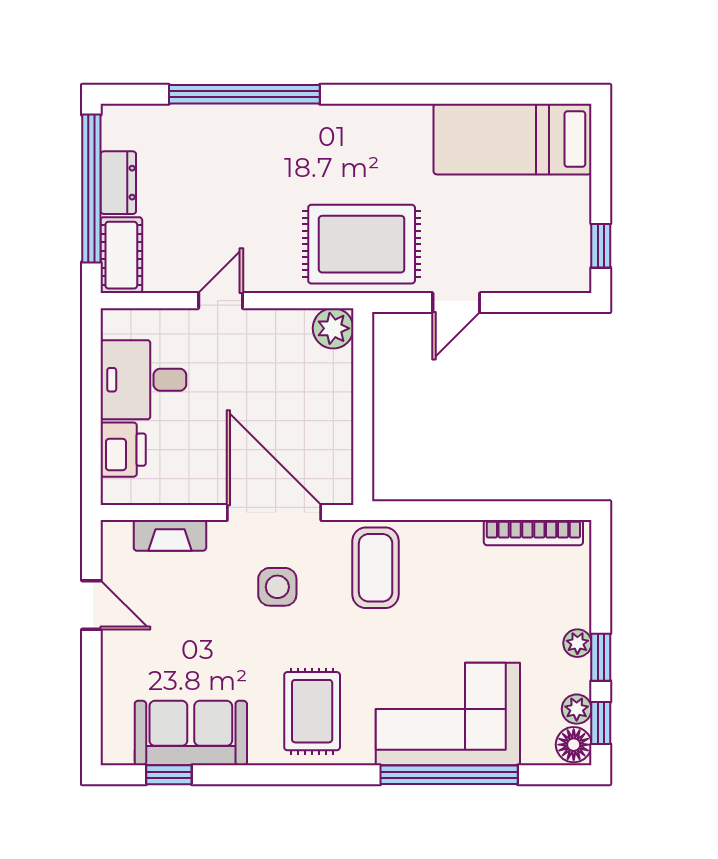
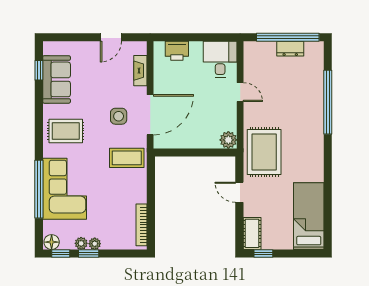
cot: (121, 255) -> (252, 233), moved, turned 90
desk: (143, 380) -> (220, 59), moved
plant: (577, 709) -> (81, 243), moved

